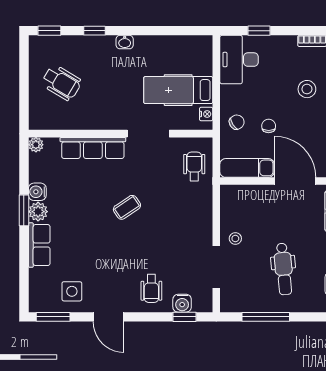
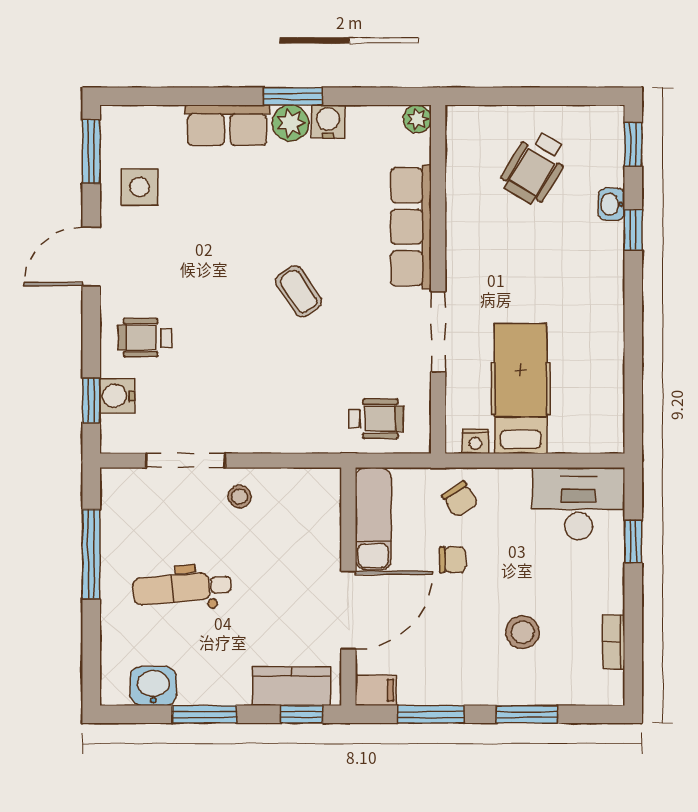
washbasin: (125, 42) -> (612, 204), moved

